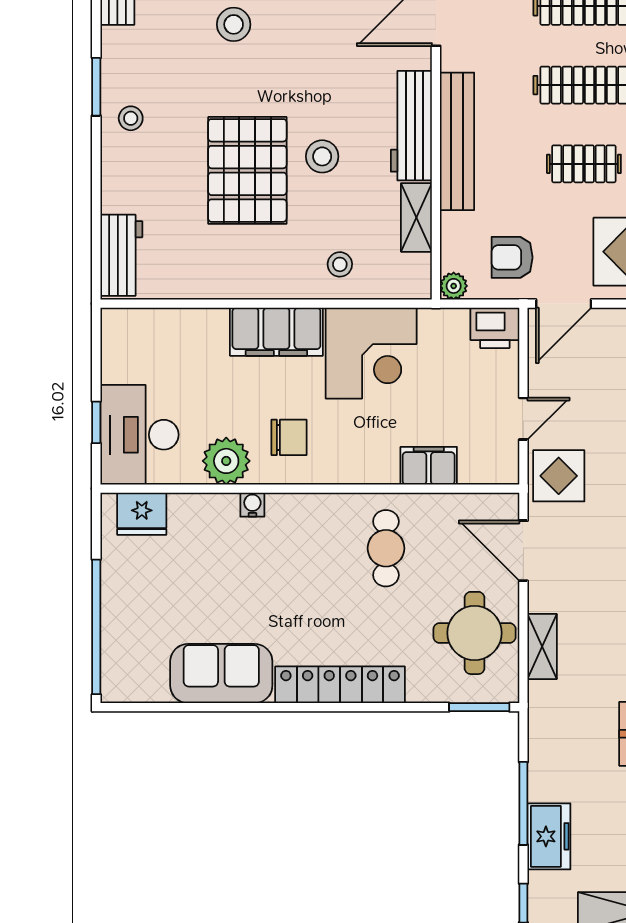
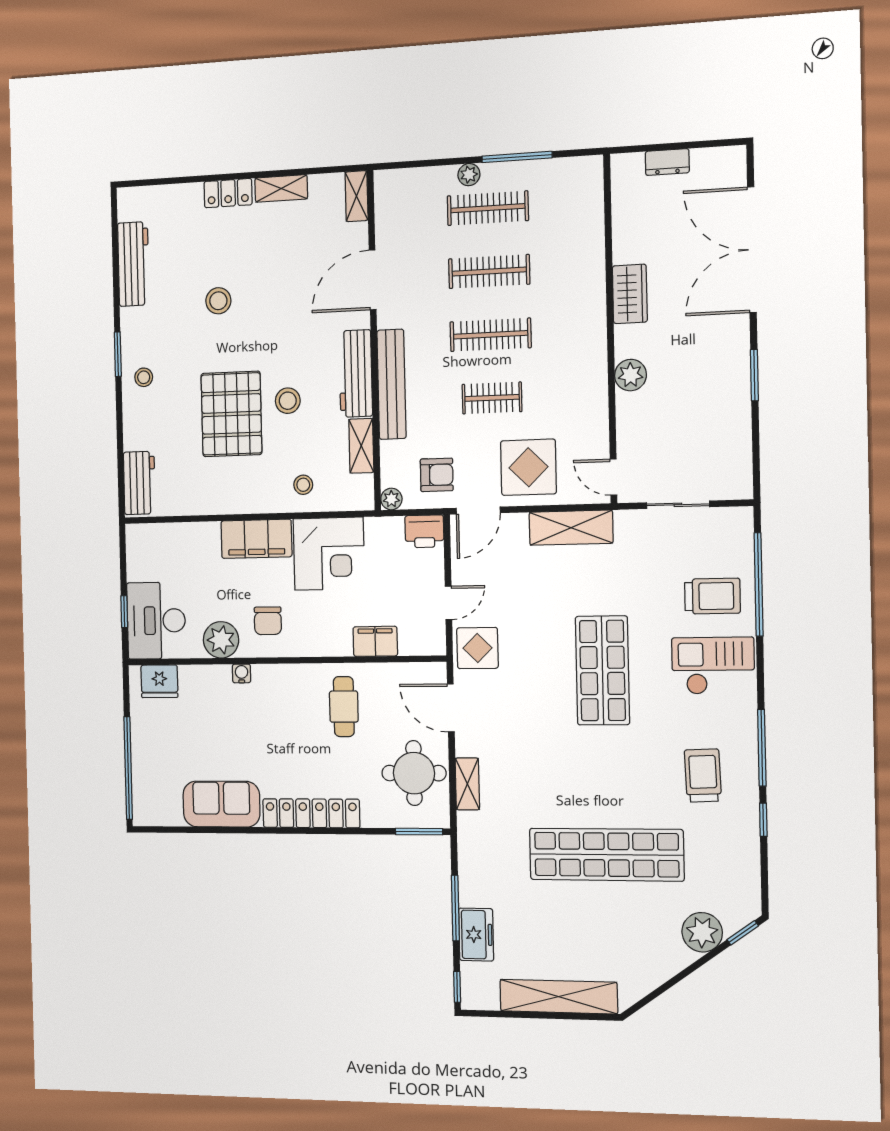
armchair: (512, 257) -> (437, 475), turned 180
chair: (289, 437) -> (268, 621), turned 90

